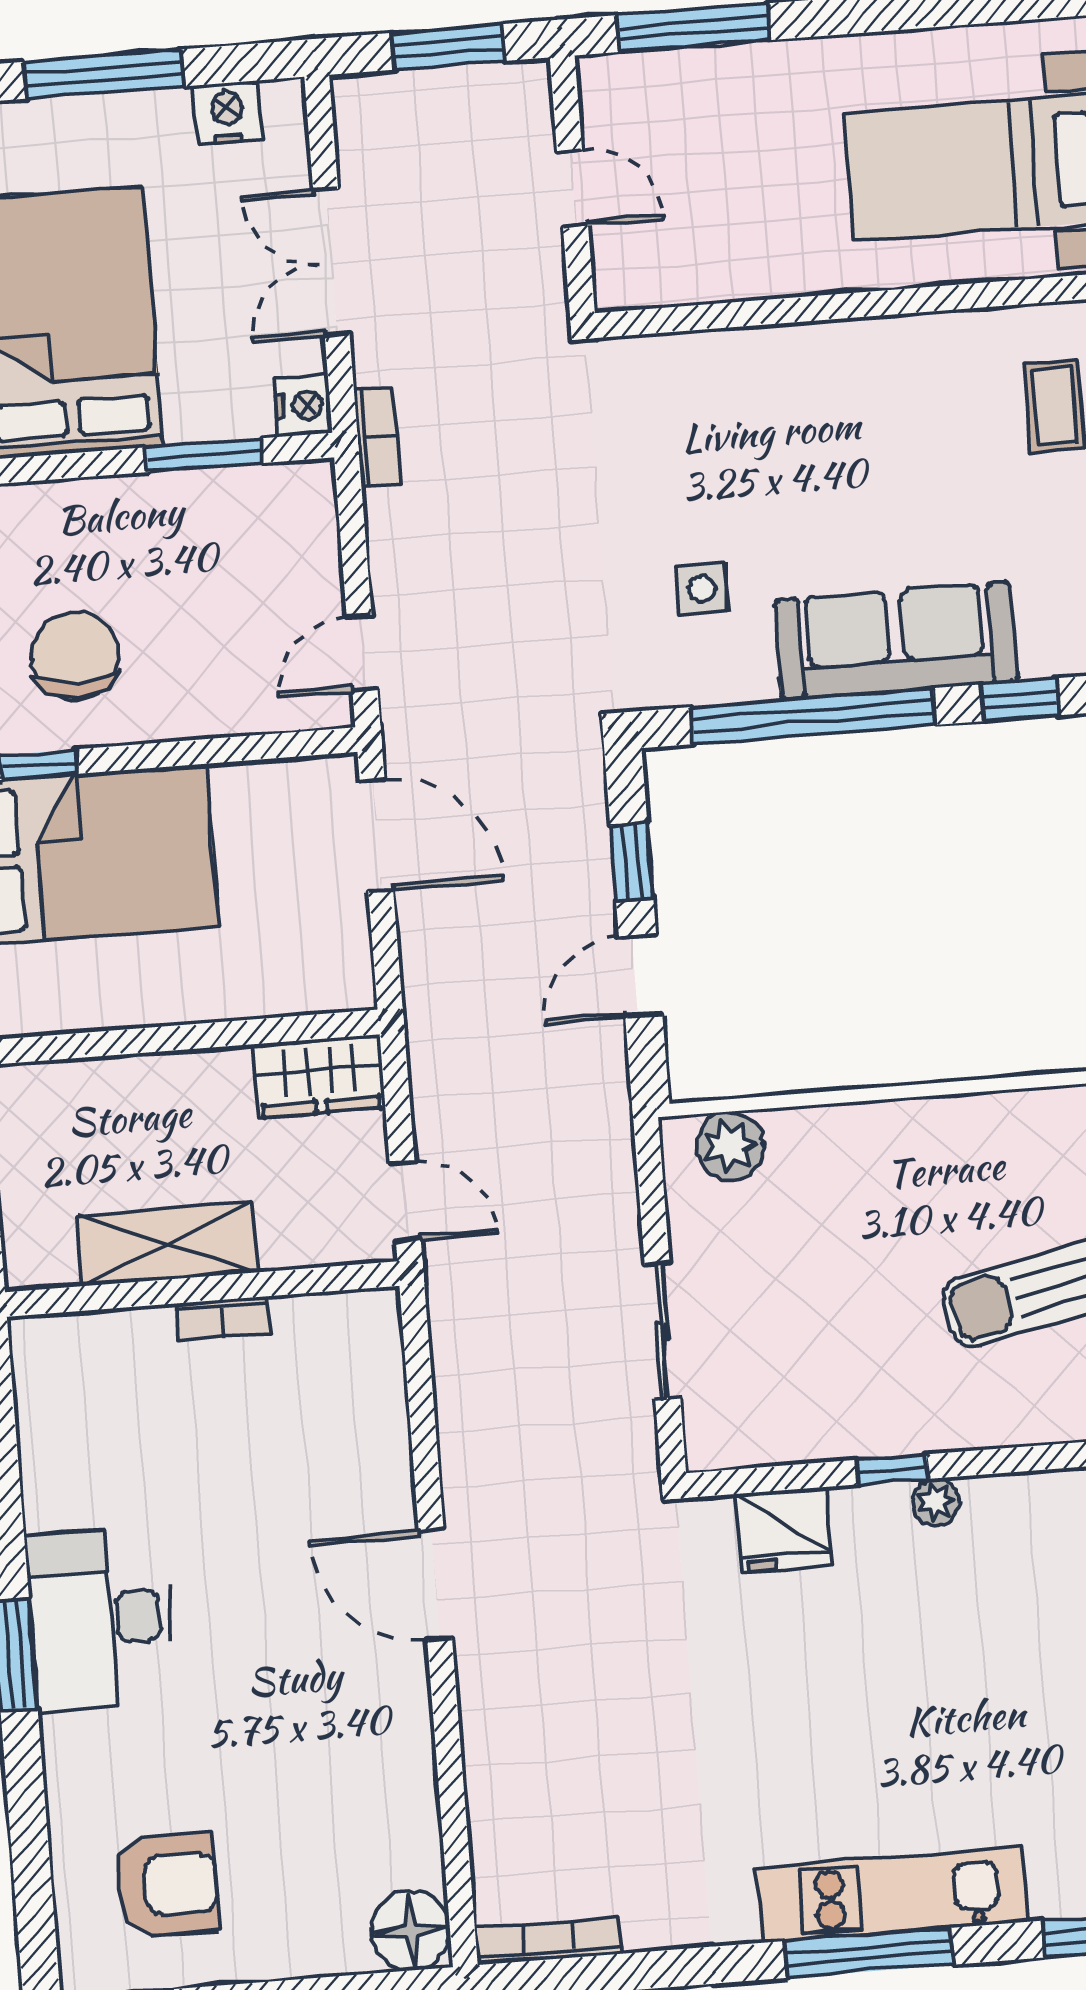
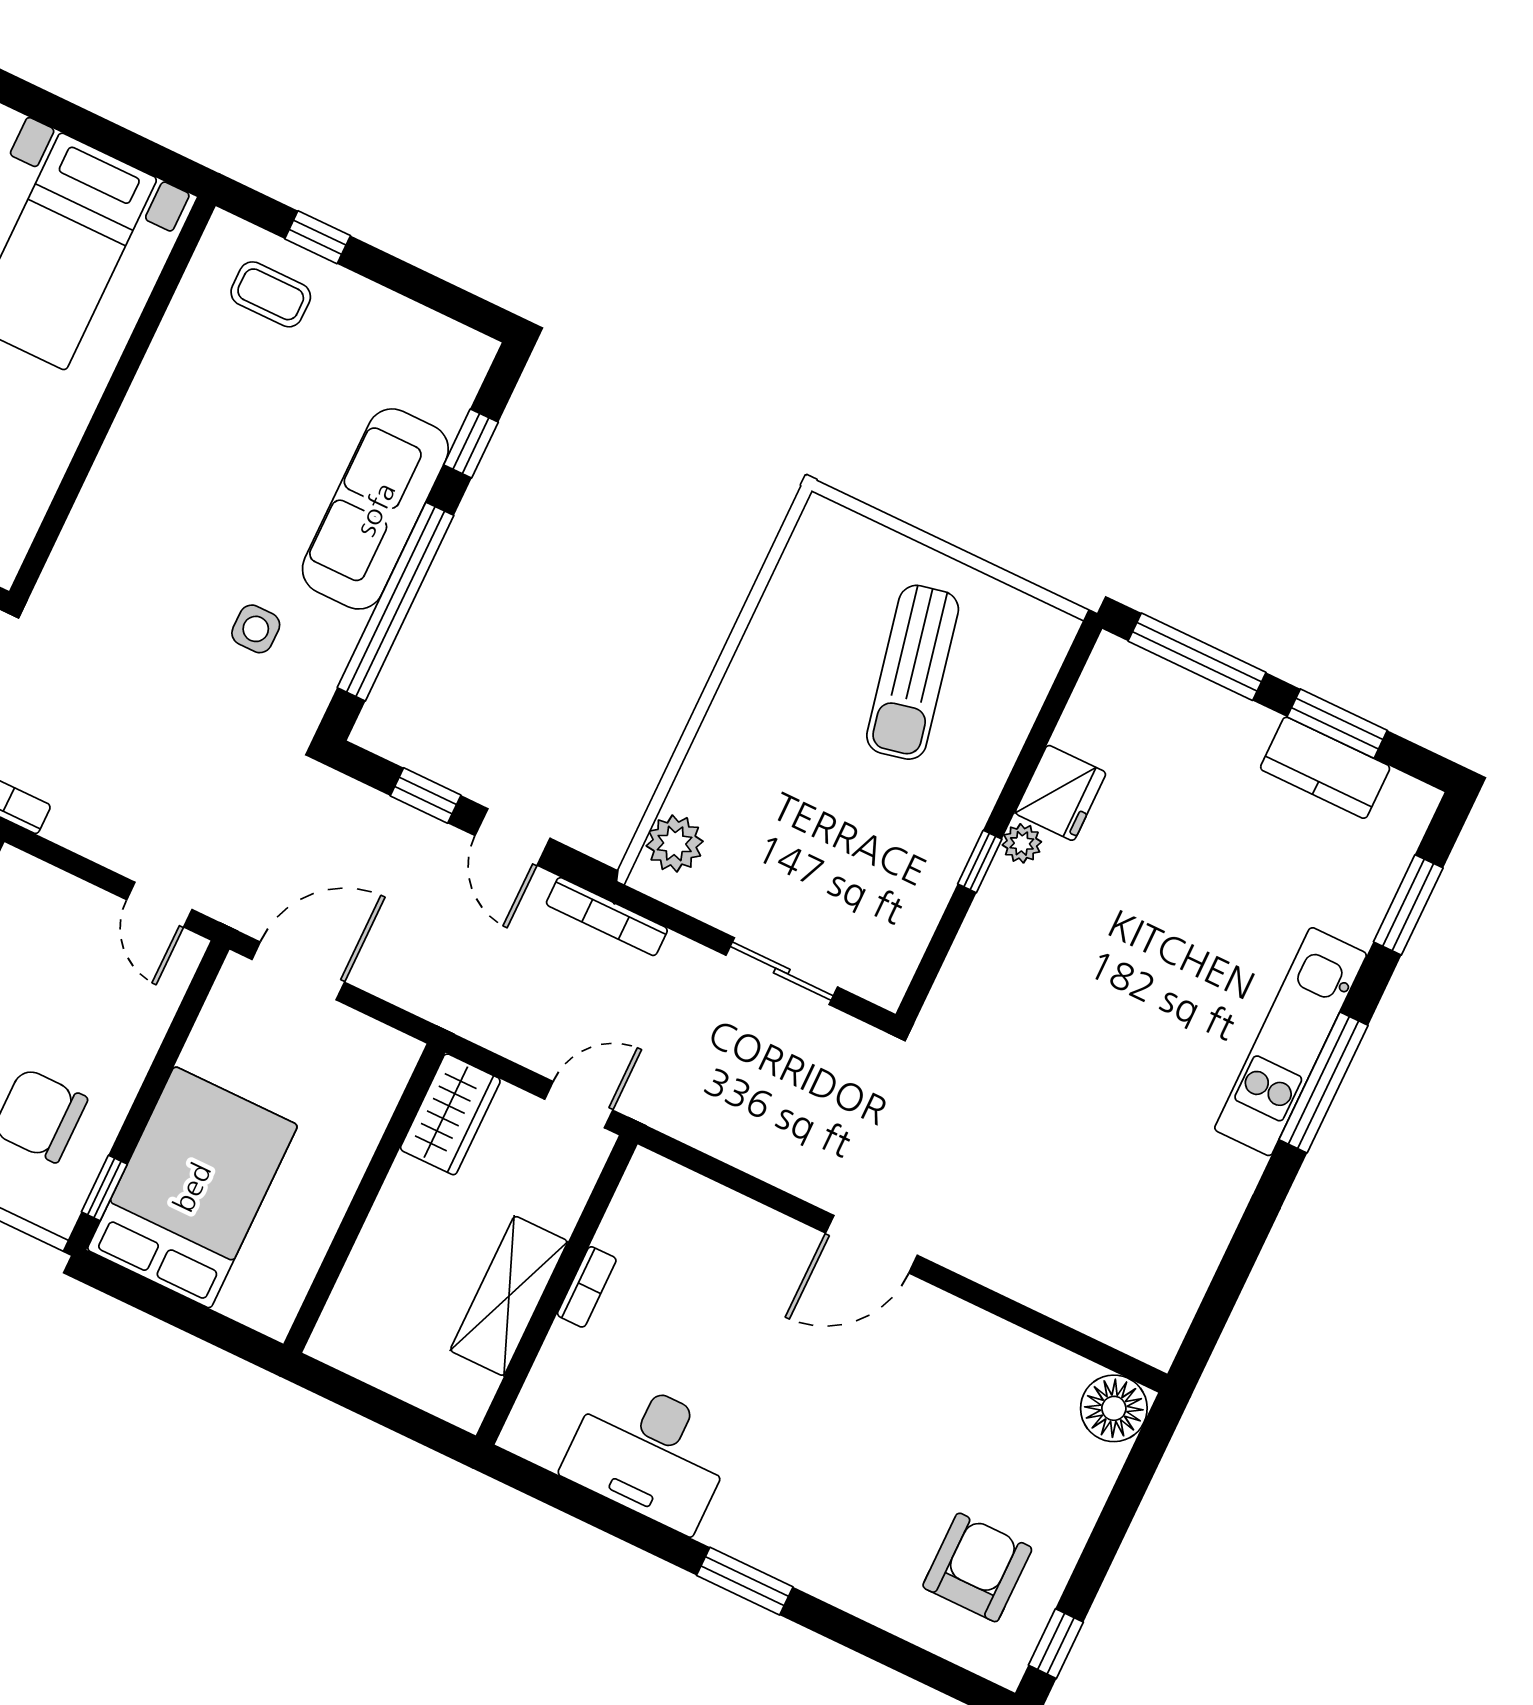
fridge: (784, 1529) -> (1061, 793), moved
desk: (100, 1618) -> (650, 1453), moved
bookcase: (548, 1941) -> (607, 917), moved, turned -90

